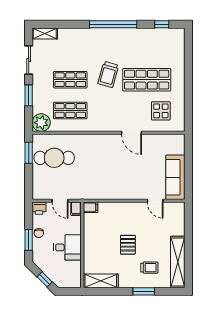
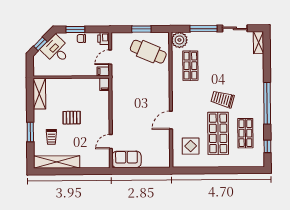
shop shelf: (70, 80) -> (245, 133), moved
window: (29, 95) -> (204, 29), width x1.44
window: (29, 153) -> (141, 29), moved
cafe table: (54, 158) -> (148, 52), turned -67
sofa: (175, 177) -> (126, 159), width x0.73
desk: (67, 247) -> (56, 50), moved, turned 135

